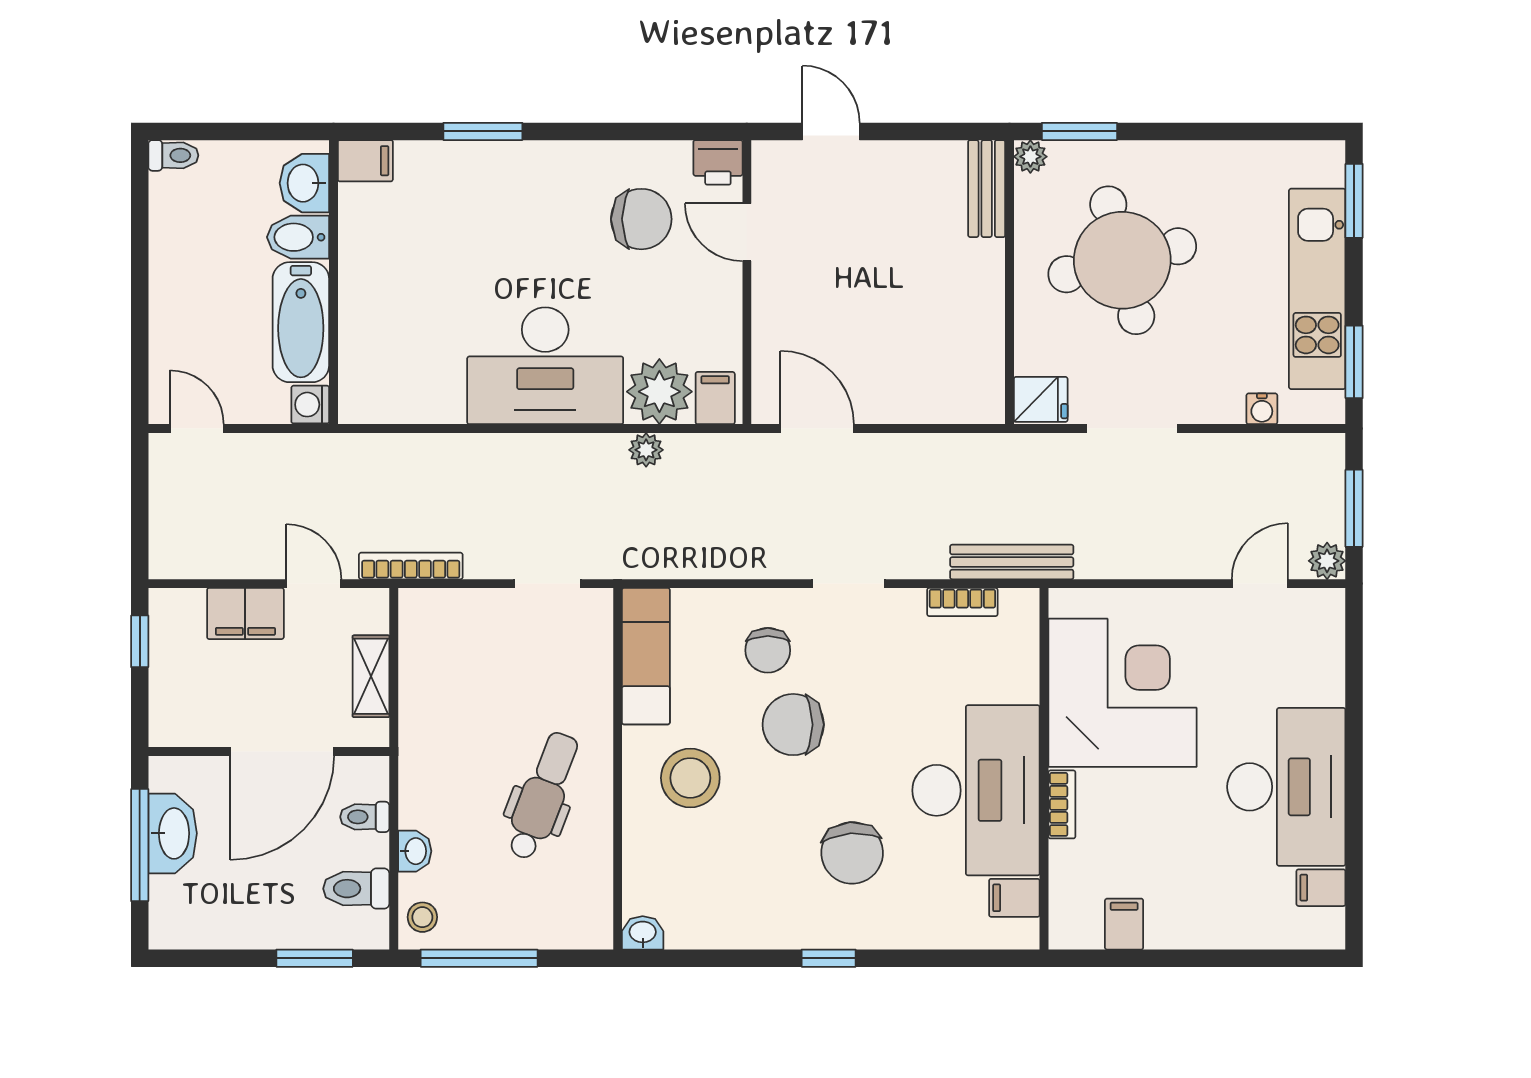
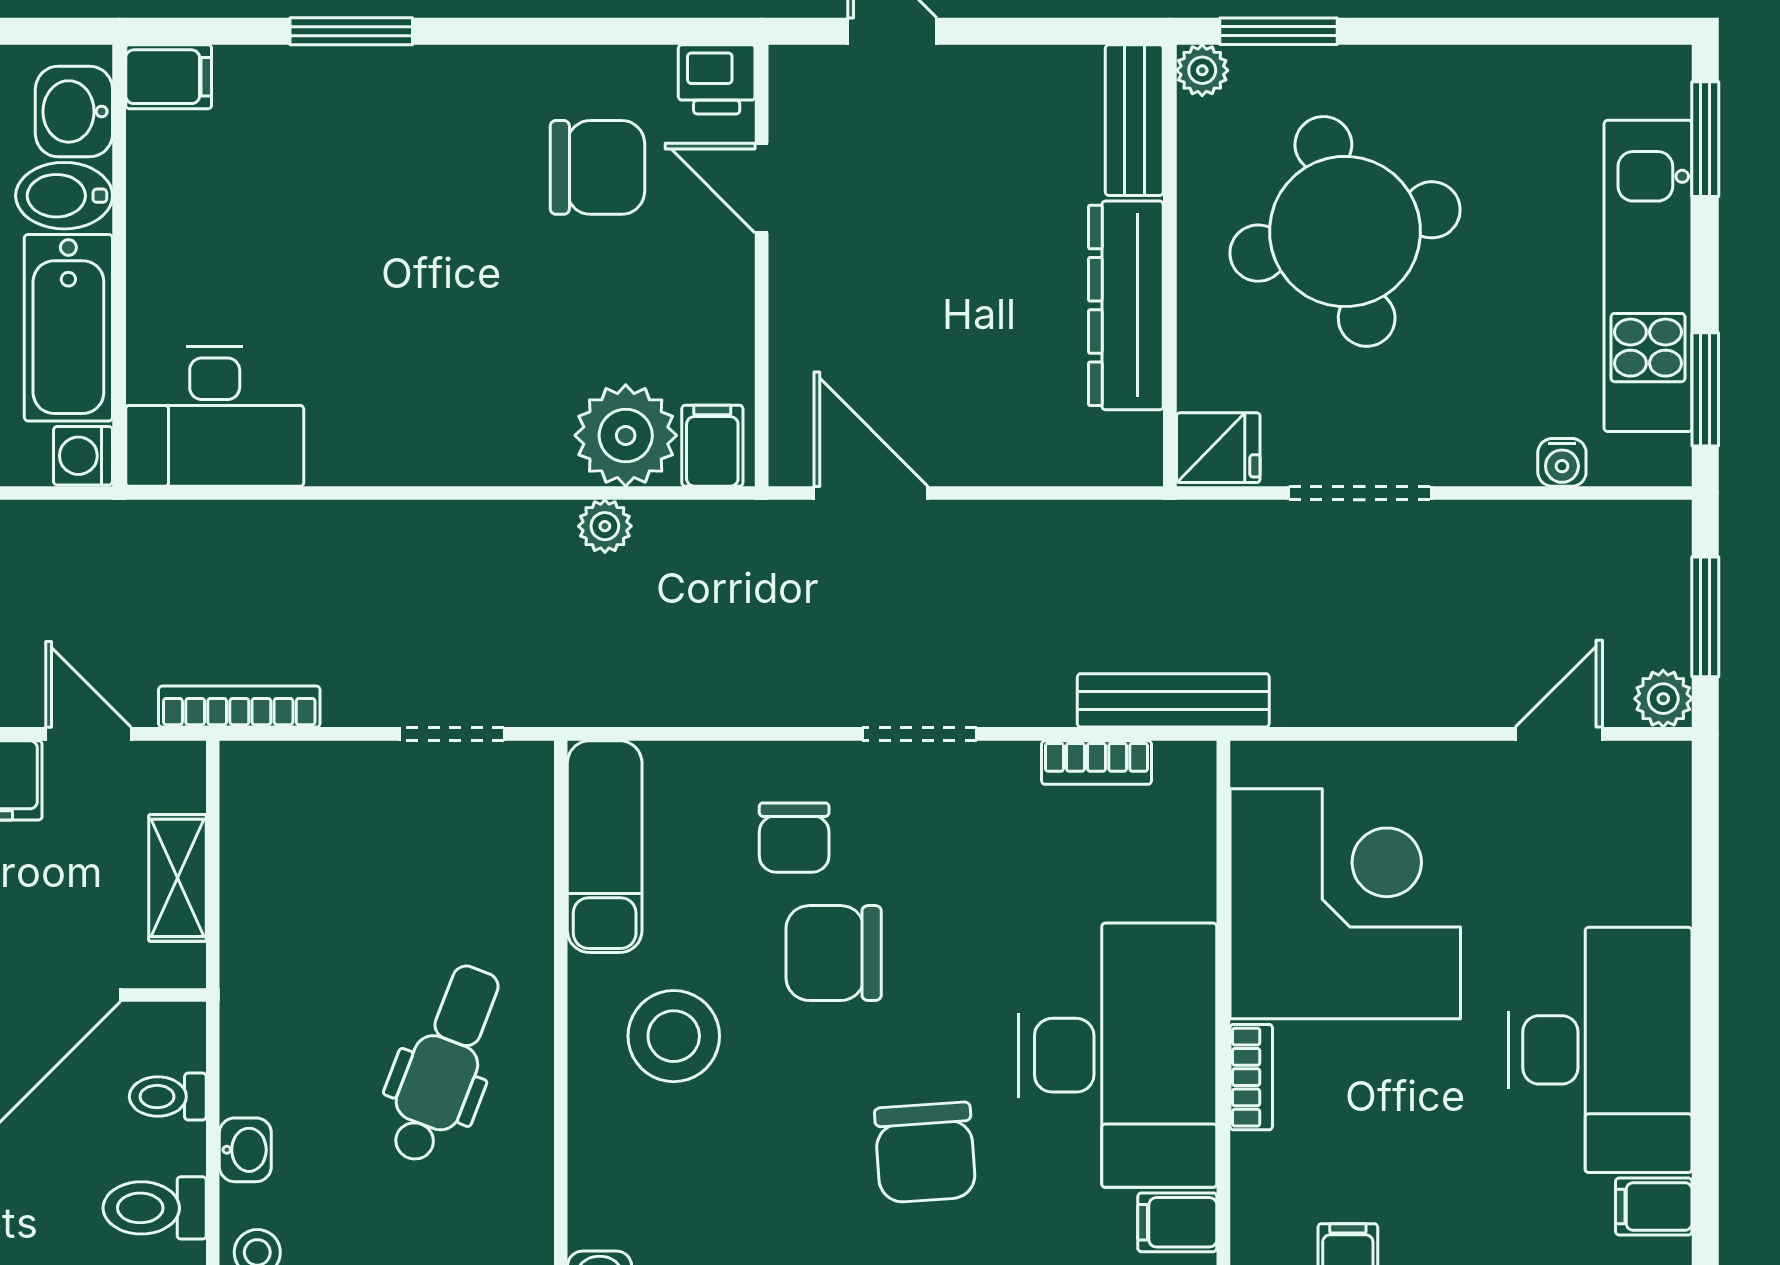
dresser: (981, 308) -> (1126, 305), added
desk: (545, 366) -> (215, 416), moved, width x0.73, depth x0.77

